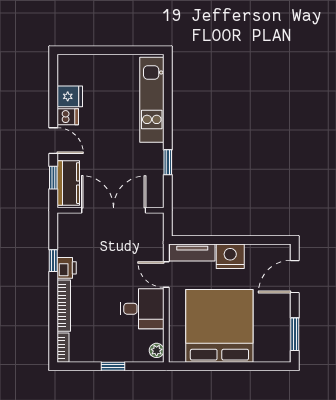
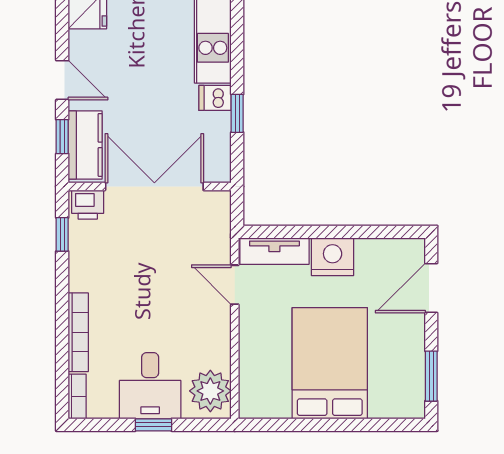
dishwasher: (68, 117) -> (215, 98), moved, turned 180
window: (53, 261) -> (62, 234), moved
printer: (67, 268) -> (88, 205), moved, turned 90
desk: (142, 309) -> (150, 386), moved, turned 90
bed: (219, 326) -> (330, 363), width x0.73
plant: (157, 350) -> (210, 391), width x1.88, depth x1.88

